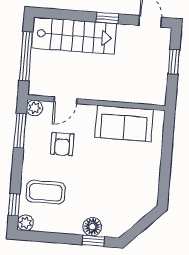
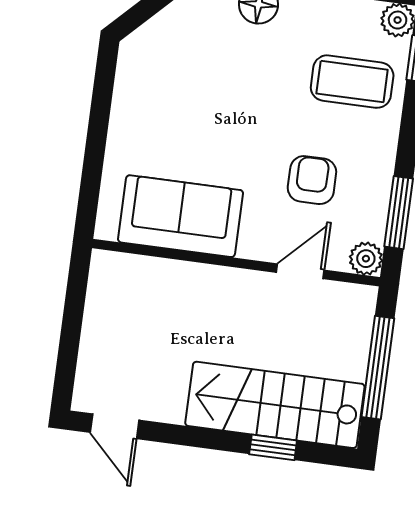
window: (108, 18) -> (273, 447), moved
window: (174, 62) -> (70, 339), removed

